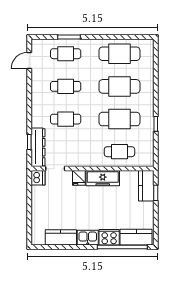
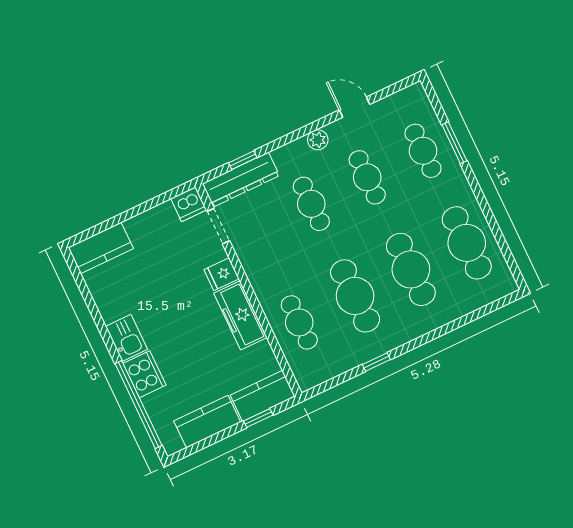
door: (29, 61) -> (355, 107), moved
plant: (37, 101) -> (318, 140), added
kitchen counter: (61, 237) -> (101, 248), moved, turned 90
kitchen counter: (136, 237) -> (207, 422), moved, turned -90

